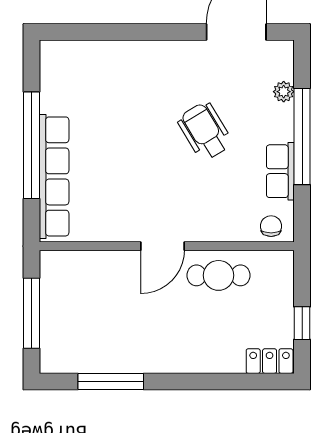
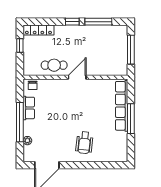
wheelchair: (205, 131) -> (84, 143), moved, turned 37
window: (31, 145) -> (131, 119), width x0.68
locker: (270, 361) -> (38, 30), width x1.53
window: (174, 381) -> (72, 22), added

